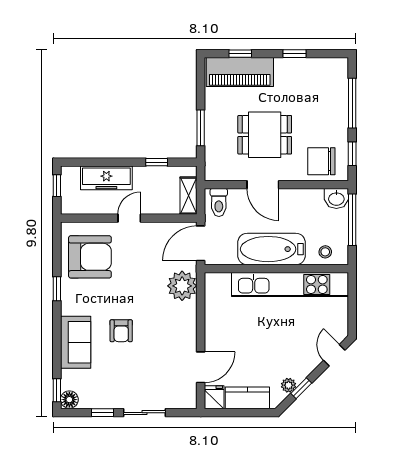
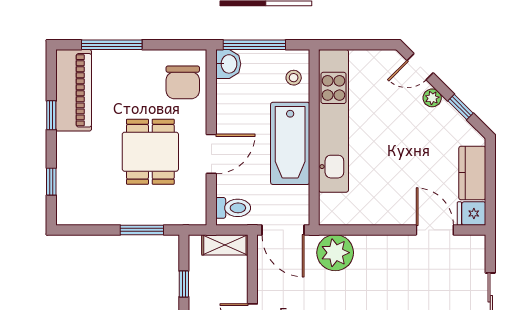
piano: (240, 72) -> (74, 90), moved
window: (352, 154) -> (173, 45), removed
plant: (289, 385) -> (432, 98), moved

